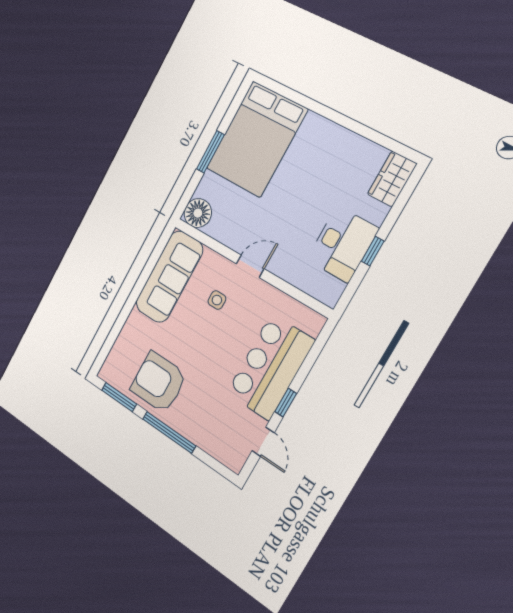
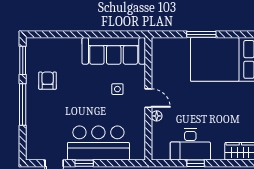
floor lamp: (198, 213) -> (157, 116), moved, width x0.53, depth x0.53
armchair: (159, 382) -> (48, 81), width x0.53, depth x0.53

